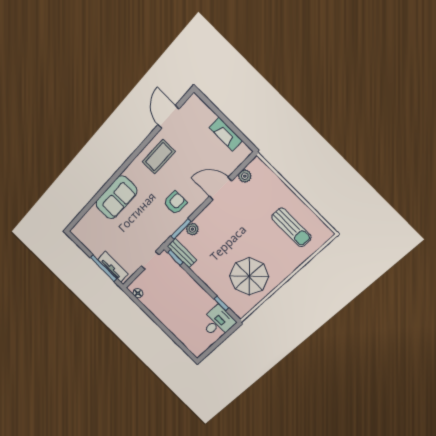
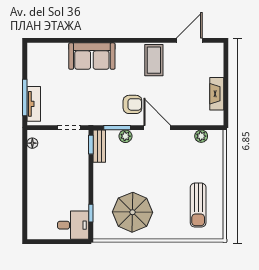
coffee table: (159, 157) -> (154, 60), turned 90
door: (220, 189) -> (157, 128), moved

